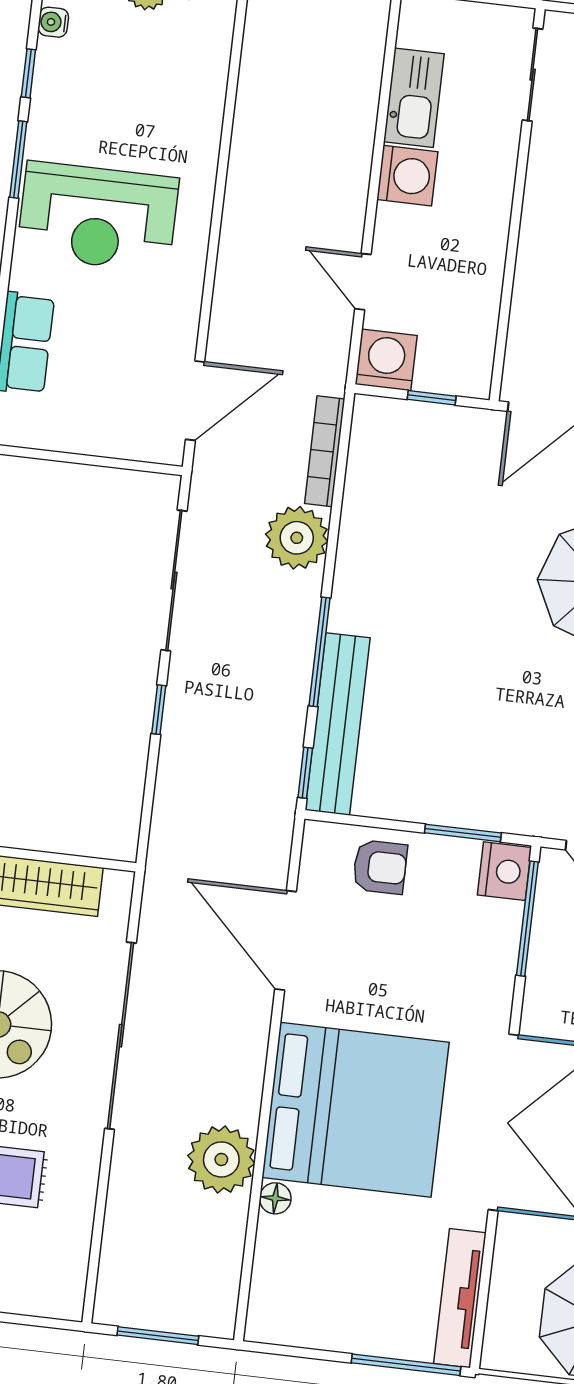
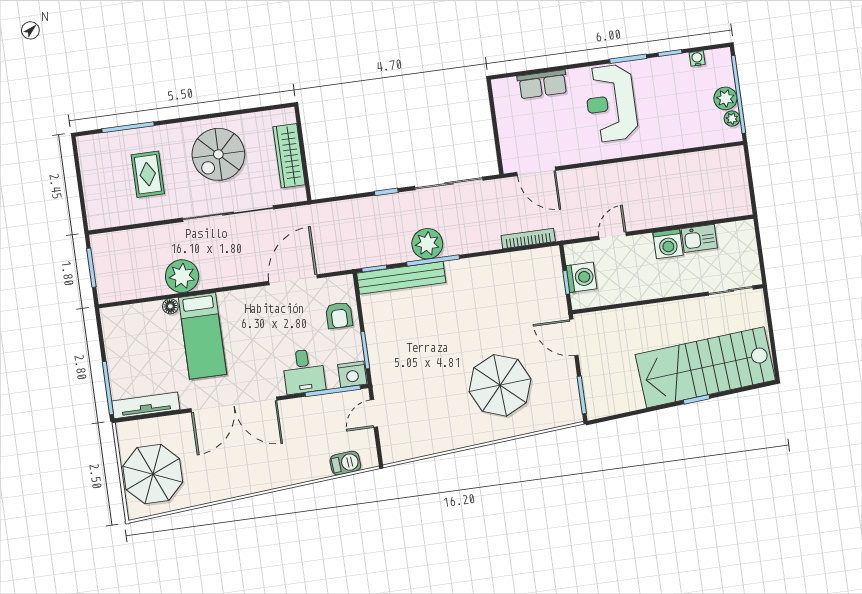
kitchen sink: (414, 98) -> (699, 238), width x0.73
washing machine: (386, 360) -> (581, 277), moved
plant: (297, 538) -> (427, 244), moved
desk: (474, 966) -> (304, 371), added
bed: (355, 1110) -> (203, 336), width x0.49

